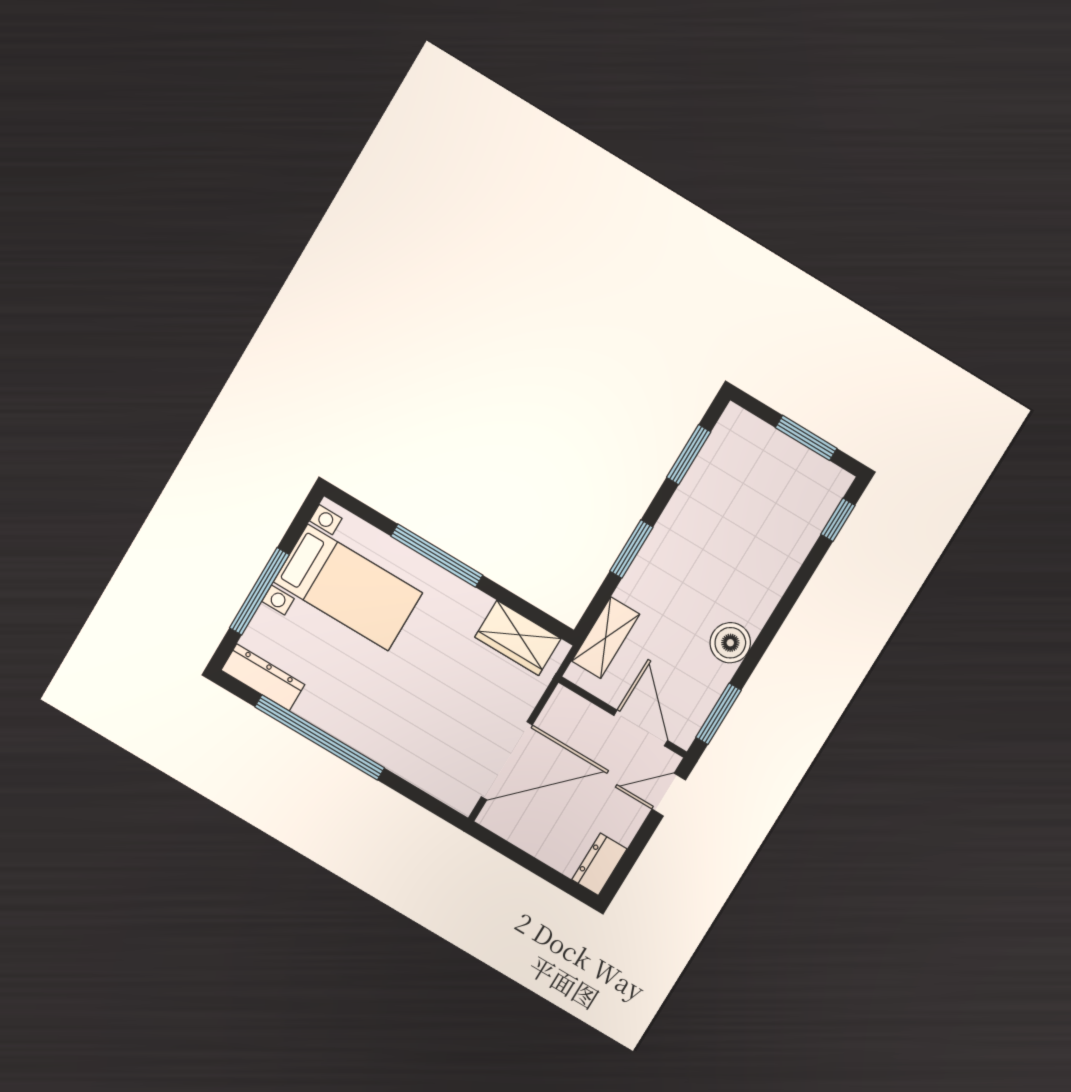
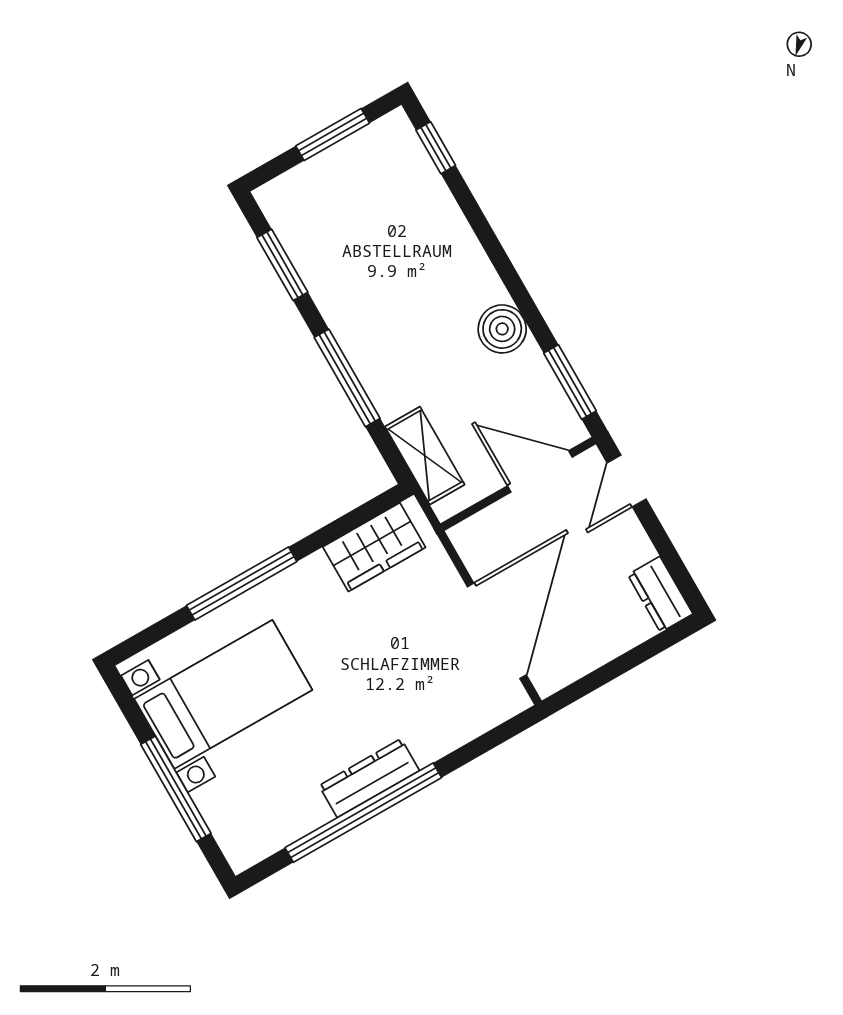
window: (631, 549) -> (347, 378), width x1.44
dresser: (263, 677) -> (369, 778), moved

